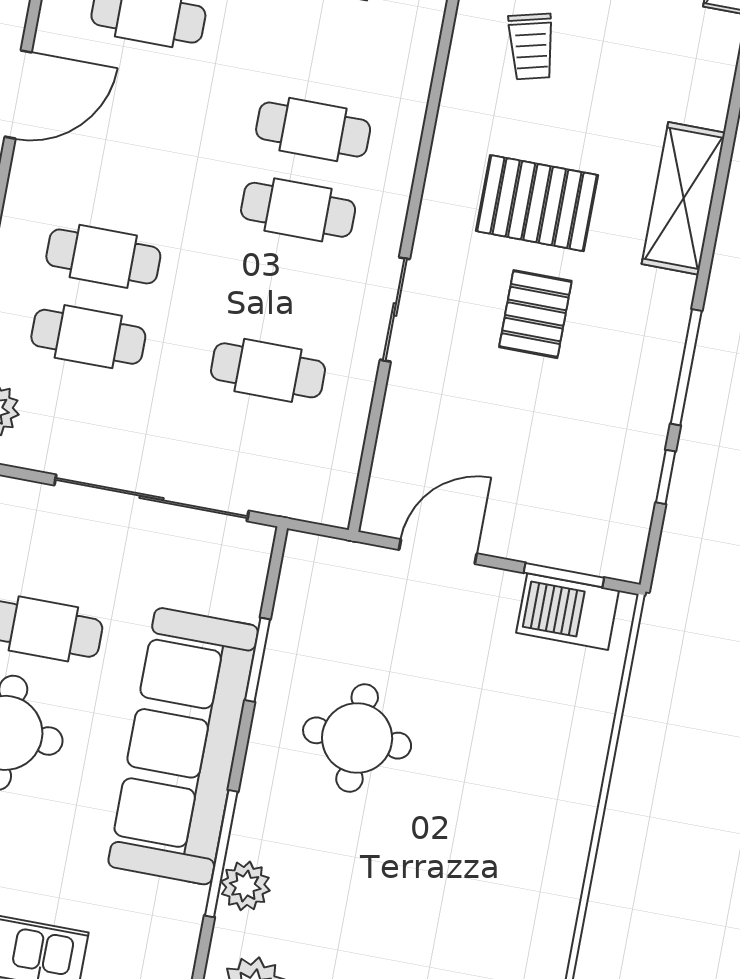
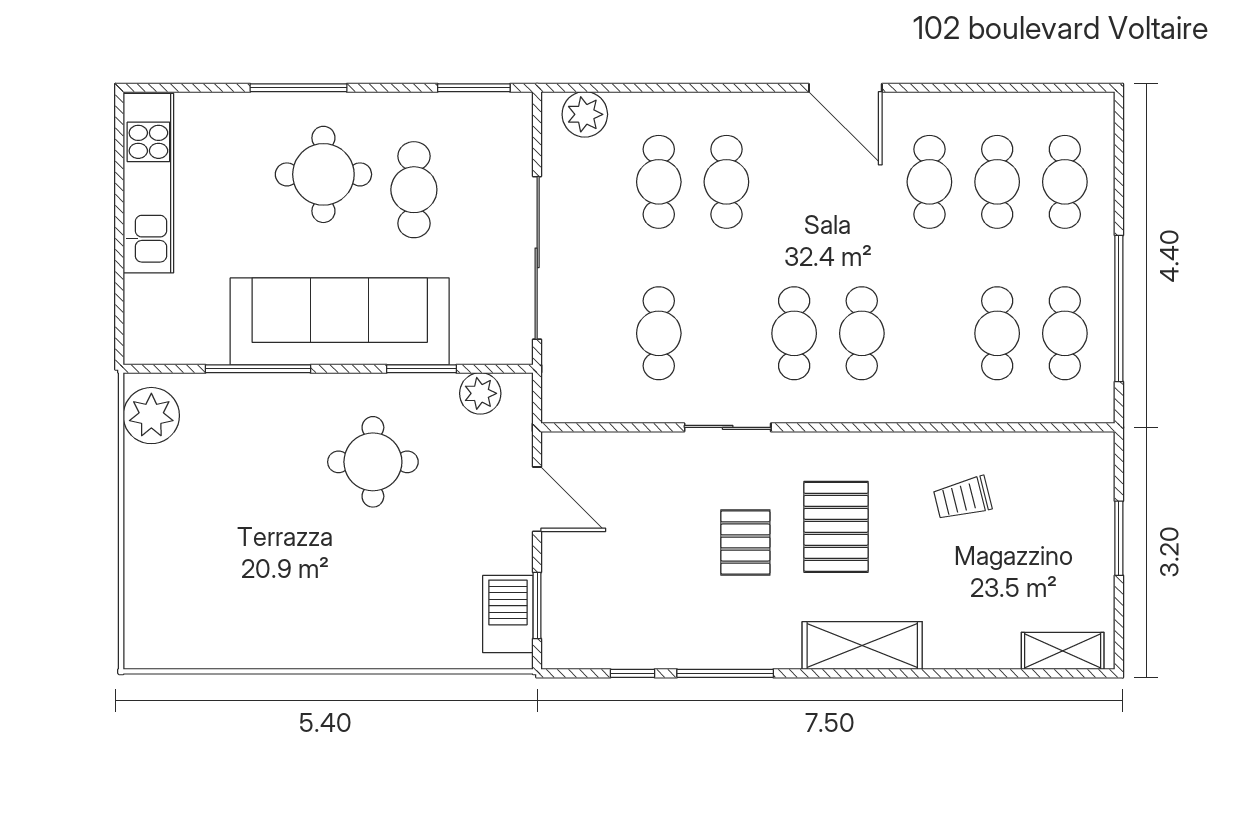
pallet: (535, 314) -> (745, 543), turned 90
plant: (245, 886) -> (480, 393), moved

